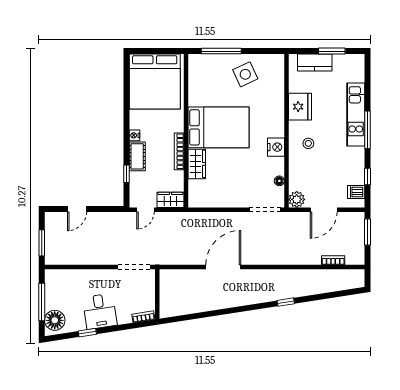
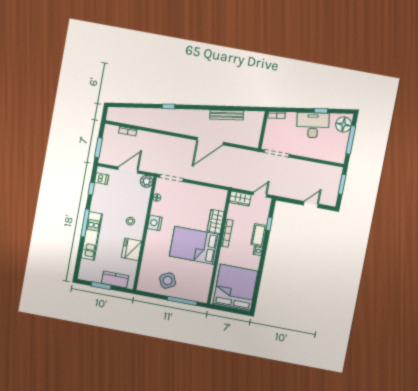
bench: (208, 305) -> (227, 115), added
desk: (100, 311) -> (313, 125), width x1.37

